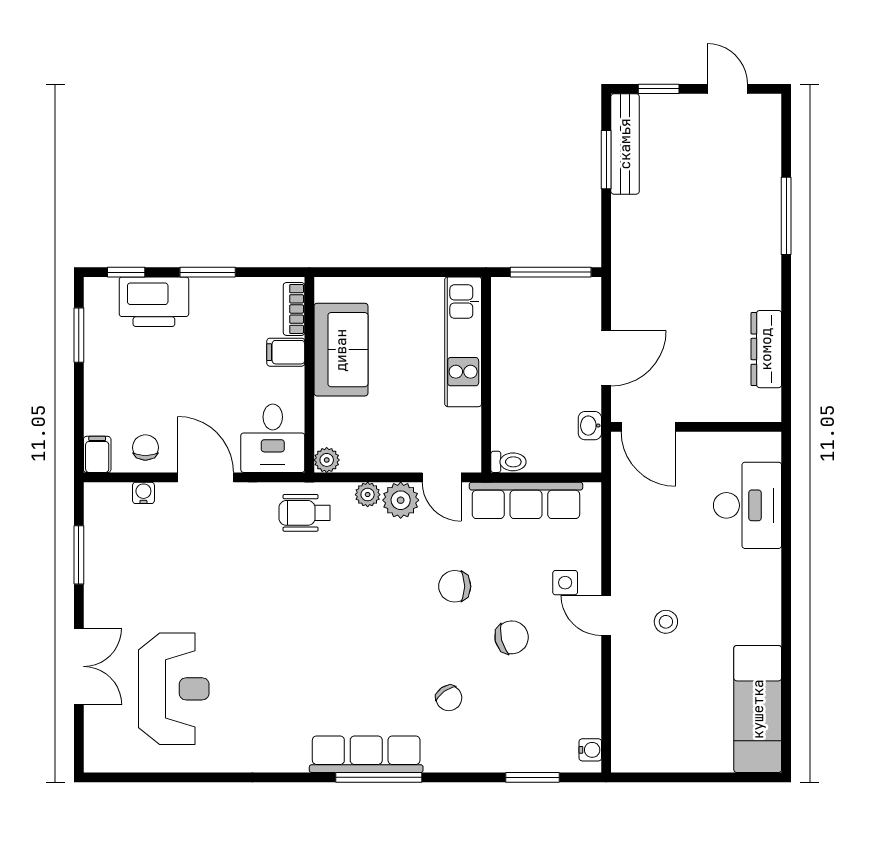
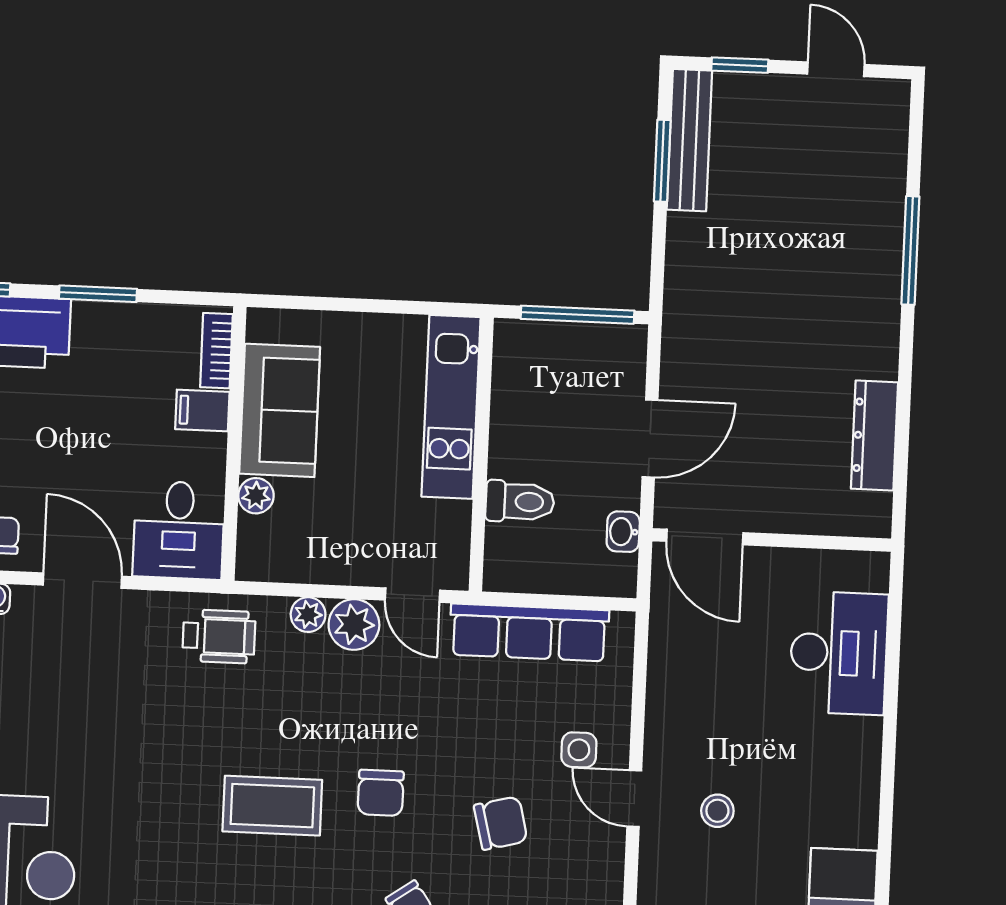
plant: (327, 460) -> (256, 496), moved
toilet: (508, 462) -> (520, 502), moved, width x1.37, depth x1.39
wheelchair: (305, 513) -> (219, 636), turned 180
chair: (455, 586) -> (381, 793), moved, turned -90
coffee table: (348, 632) -> (272, 806), added

